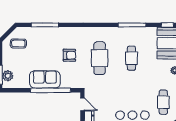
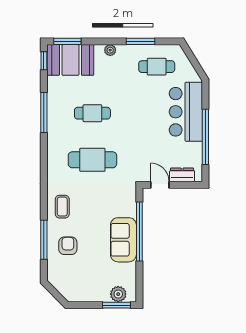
coffee table: (18, 43) -> (62, 207), moved
armchair: (69, 55) -> (68, 246), moved
door: (82, 104) -> (160, 185), hinge flipped

